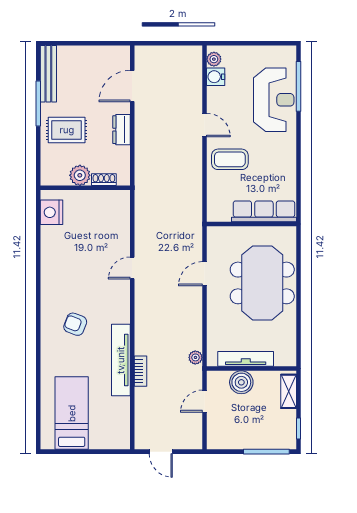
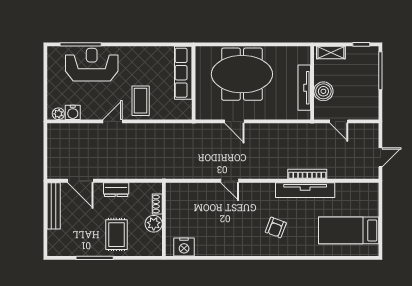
bench: (48, 74) -> (54, 206), moved, turned 90
plant: (195, 357) -> (303, 129), removed
bookcase: (140, 371) -> (307, 174), width x1.56

